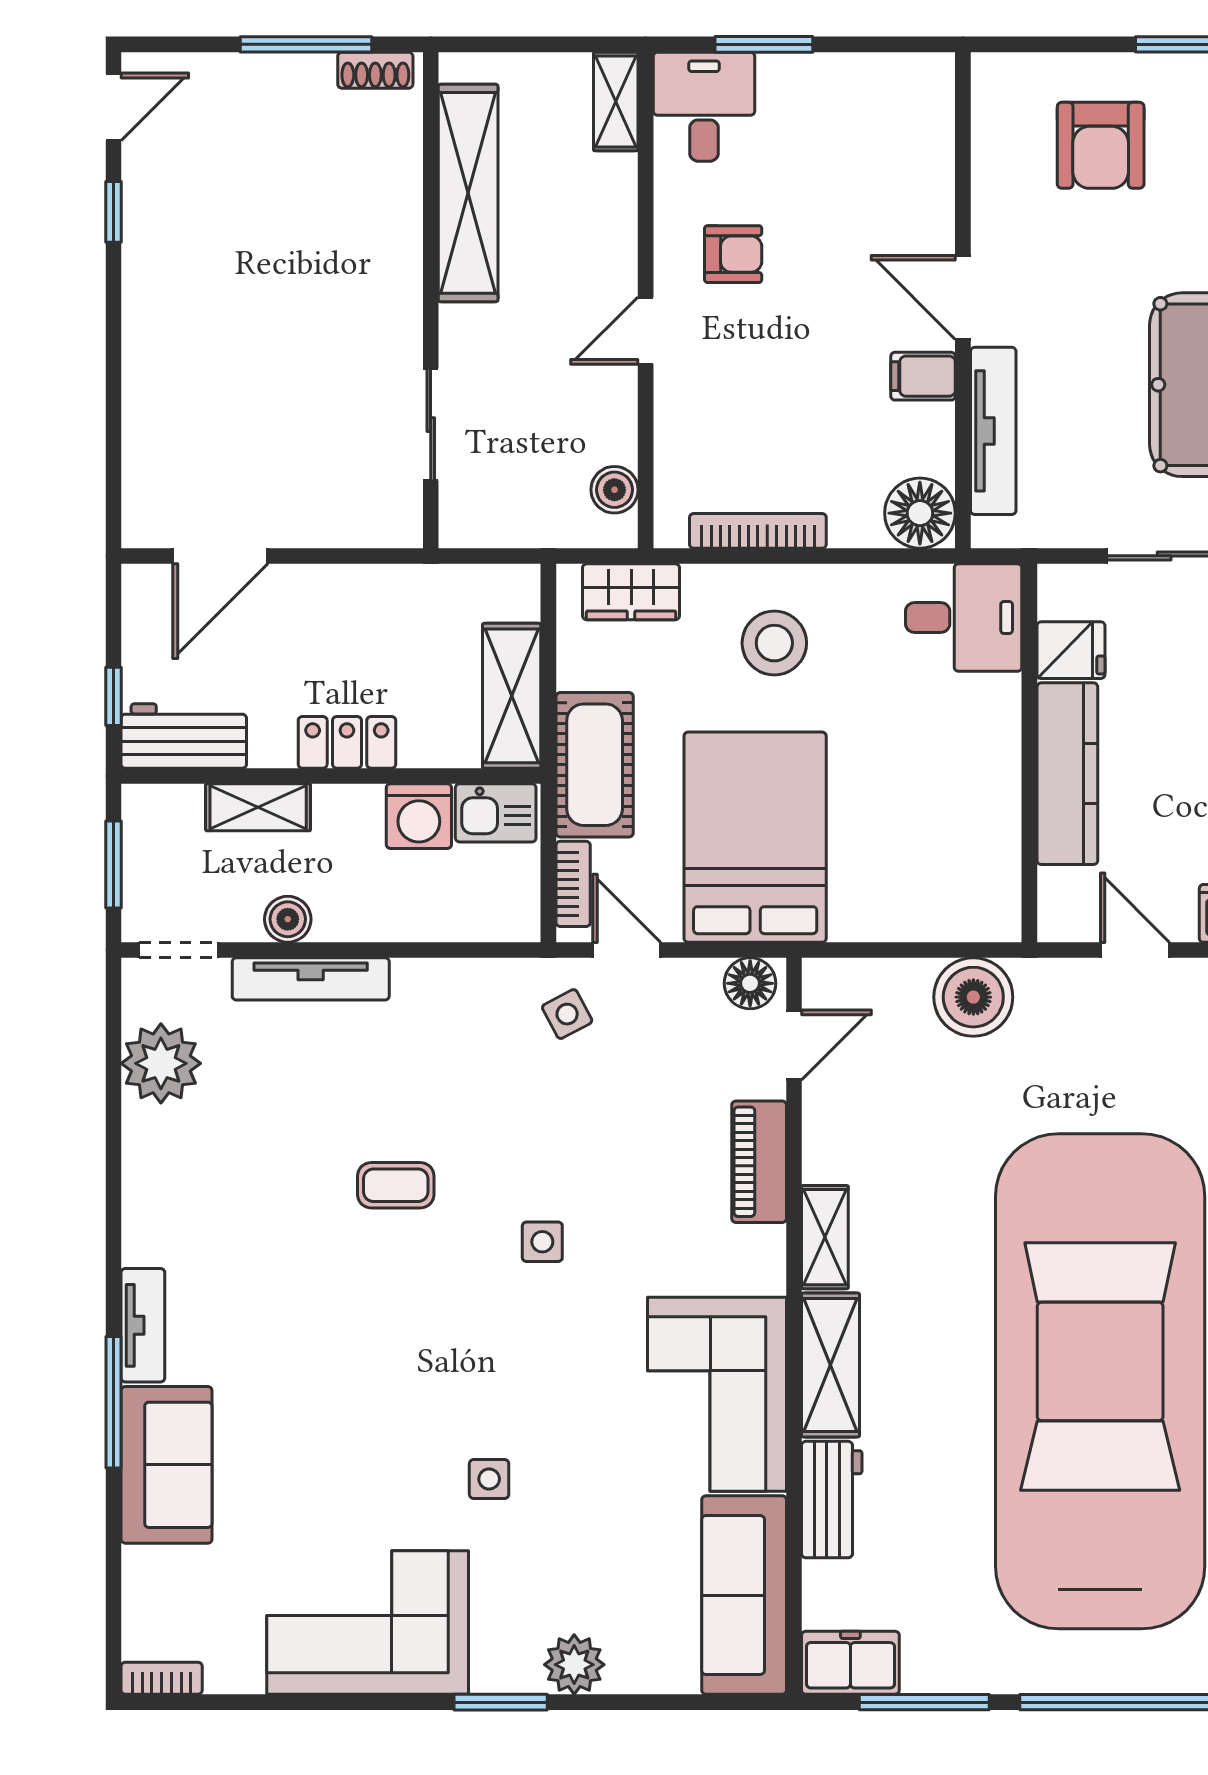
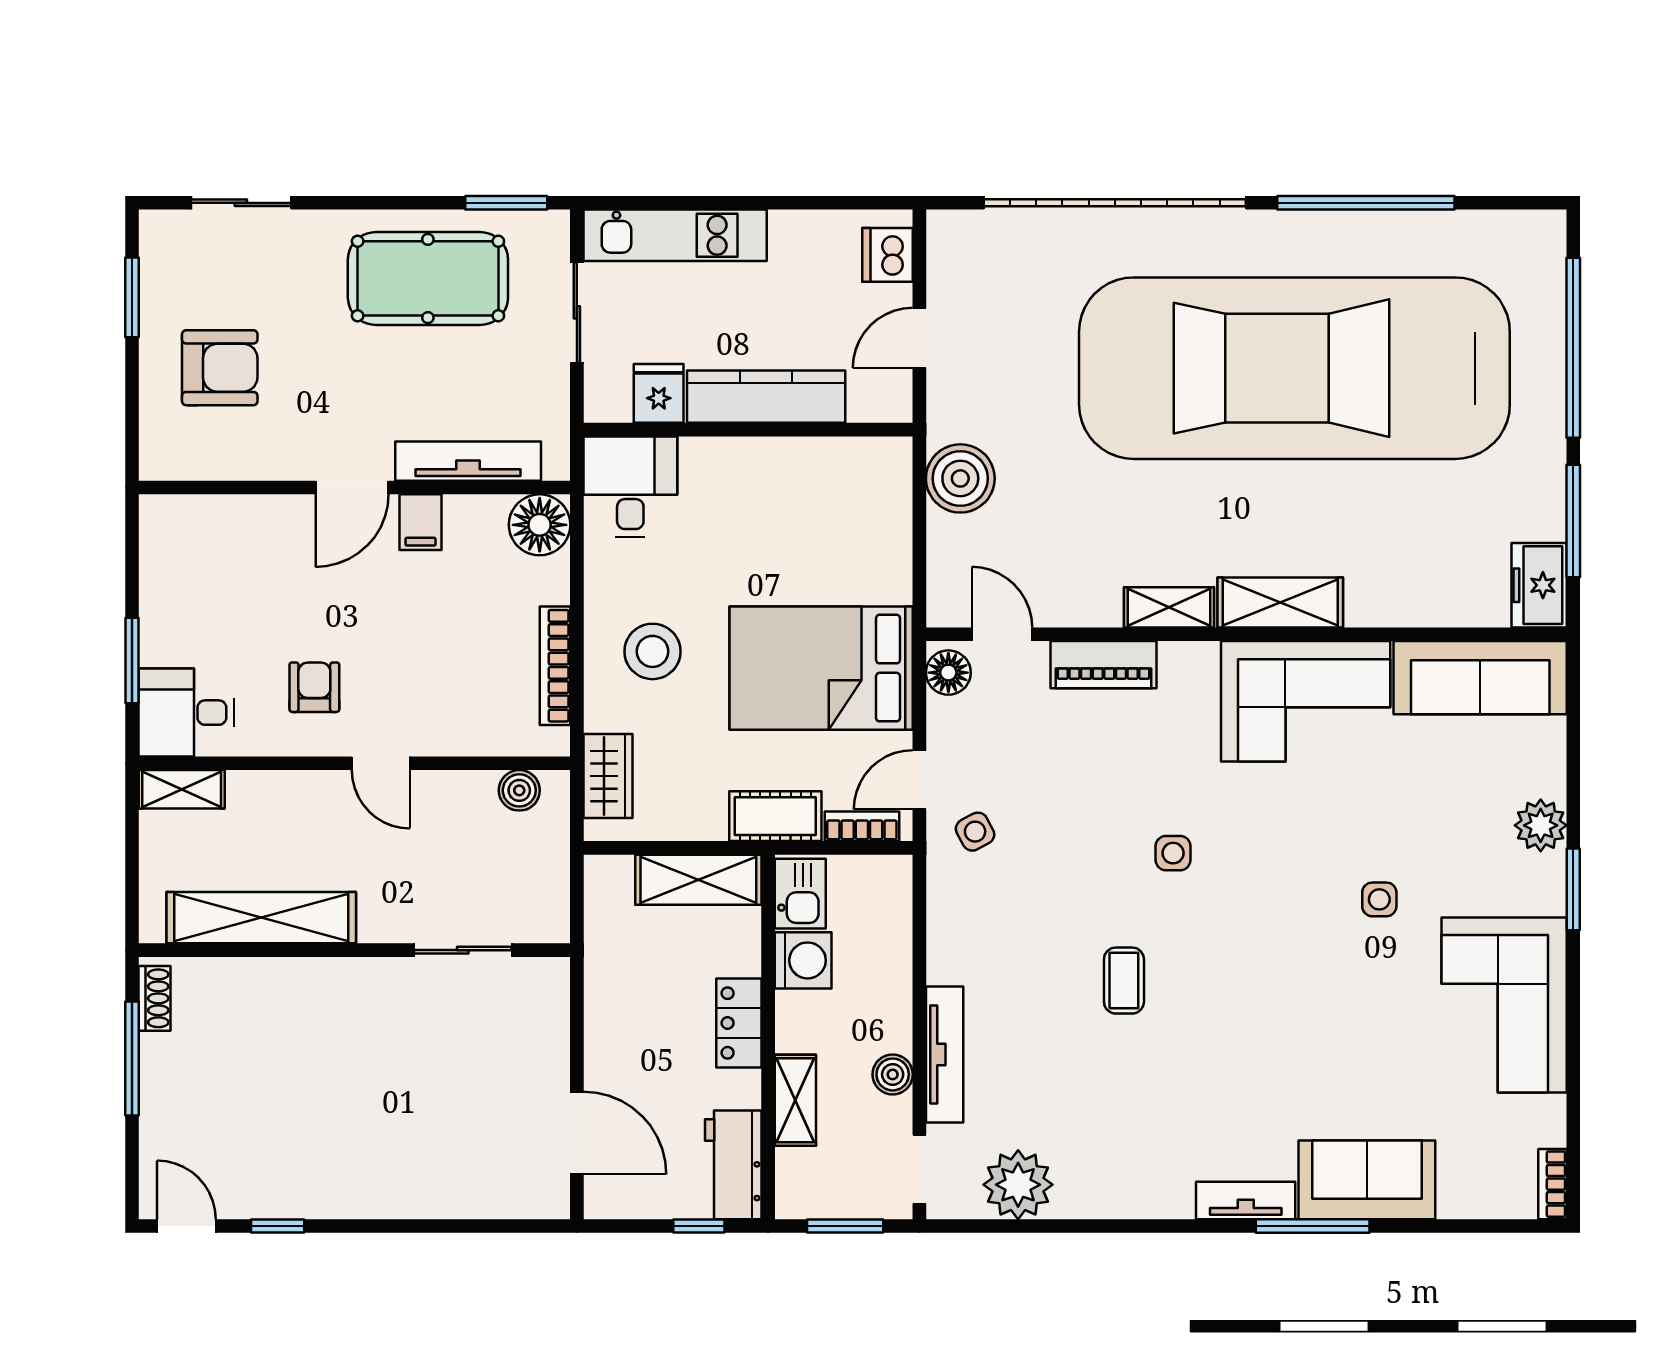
cot: (595, 765) -> (775, 816), width x0.73, depth x0.75
workbench: (832, 1500) -> (1397, 601), removed

